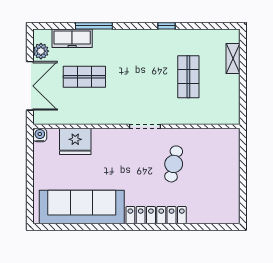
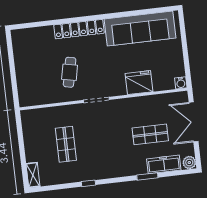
window: (94, 26) -> (147, 176), width x0.69
plant: (41, 51) -> (189, 163), moved
shelving: (233, 58) -> (33, 175), moved
fridge: (75, 141) -> (139, 83), moved

